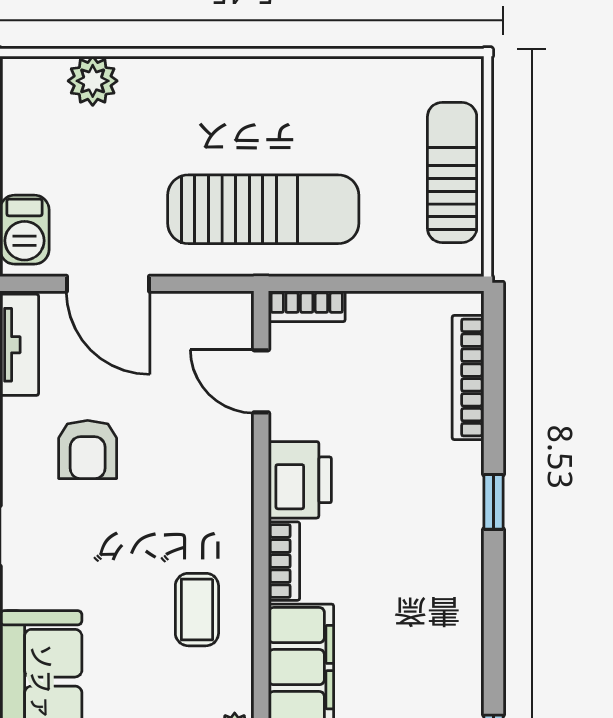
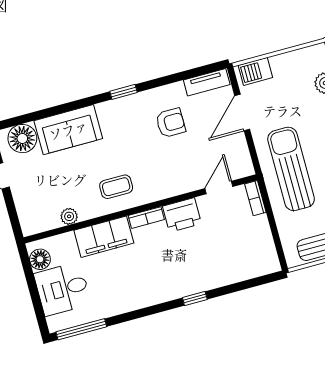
sun lounger: (263, 209) -> (291, 169), turned 180
bookcase: (468, 377) -> (244, 274), removed
armchair: (88, 450) -> (171, 123), turned 180

